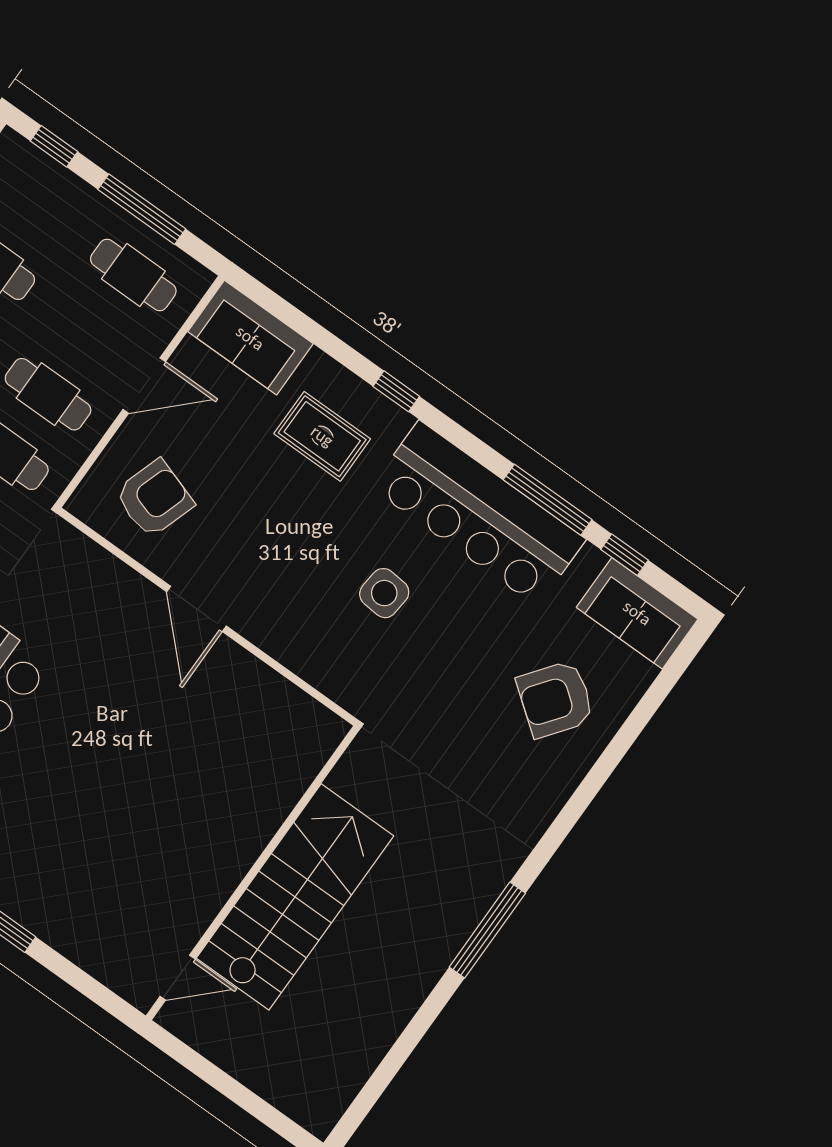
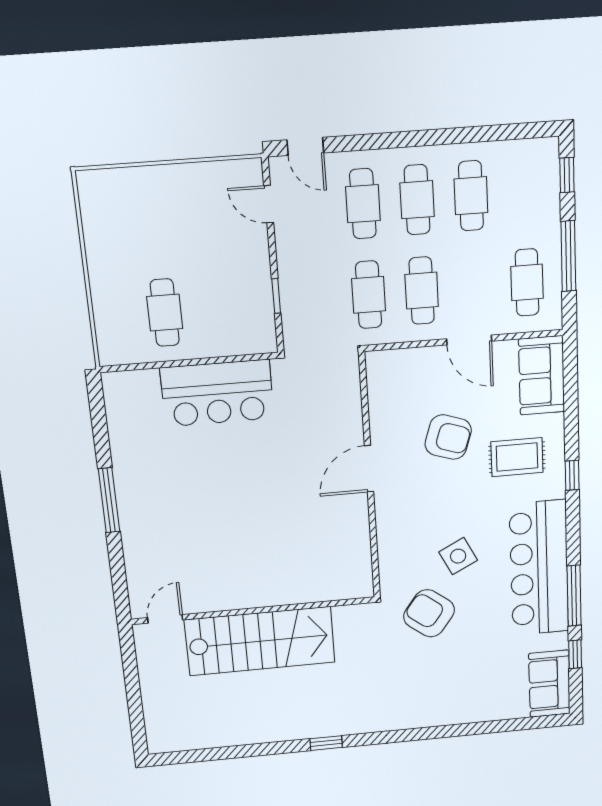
rug: (322, 436) -> (517, 457), turned 90
armchair: (154, 499) -> (448, 437), moved
side table: (384, 593) -> (458, 556), turned -32
armchair: (555, 699) -> (429, 613), moved
window: (487, 930) -> (326, 743), width x0.46
door: (178, 978) -> (165, 619), swing flipped

